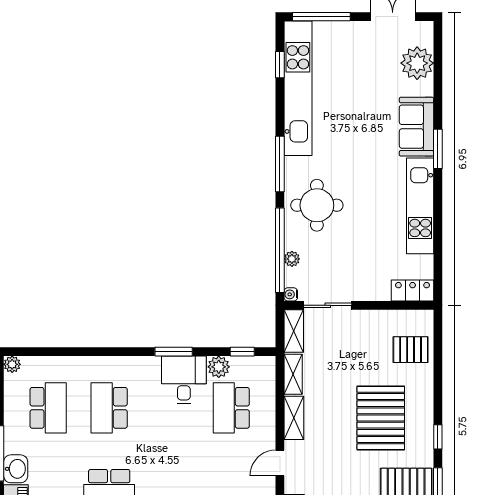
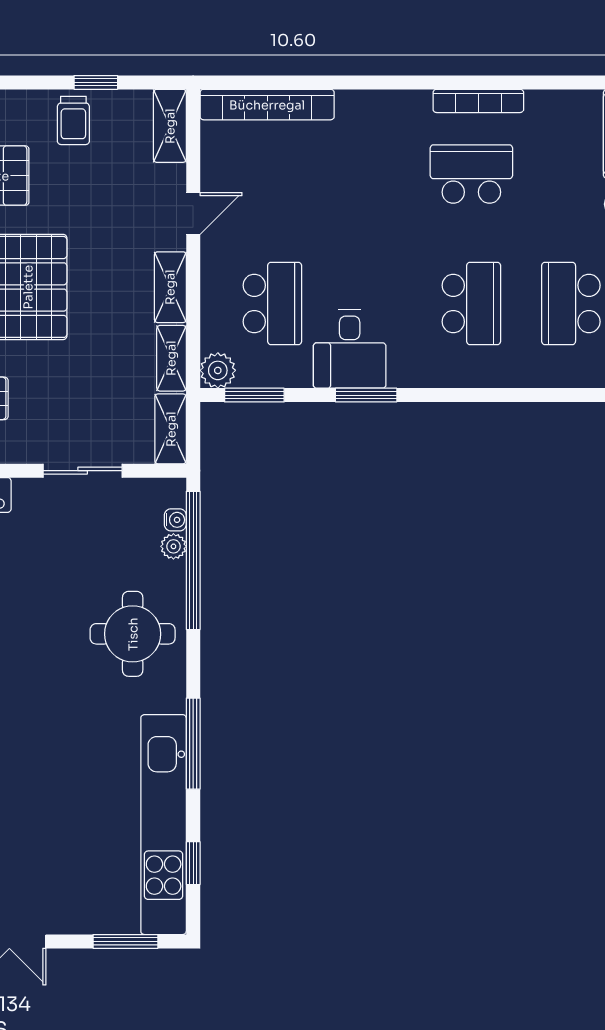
window: (321, 17) -> (125, 941), width x0.69
window: (280, 164) -> (193, 744), moved
water cooler: (291, 294) -> (175, 520), moved
sliding door: (328, 305) -> (83, 471), moved
window: (242, 352) -> (254, 395), width x1.50
plant: (219, 367) -> (218, 370), moved

